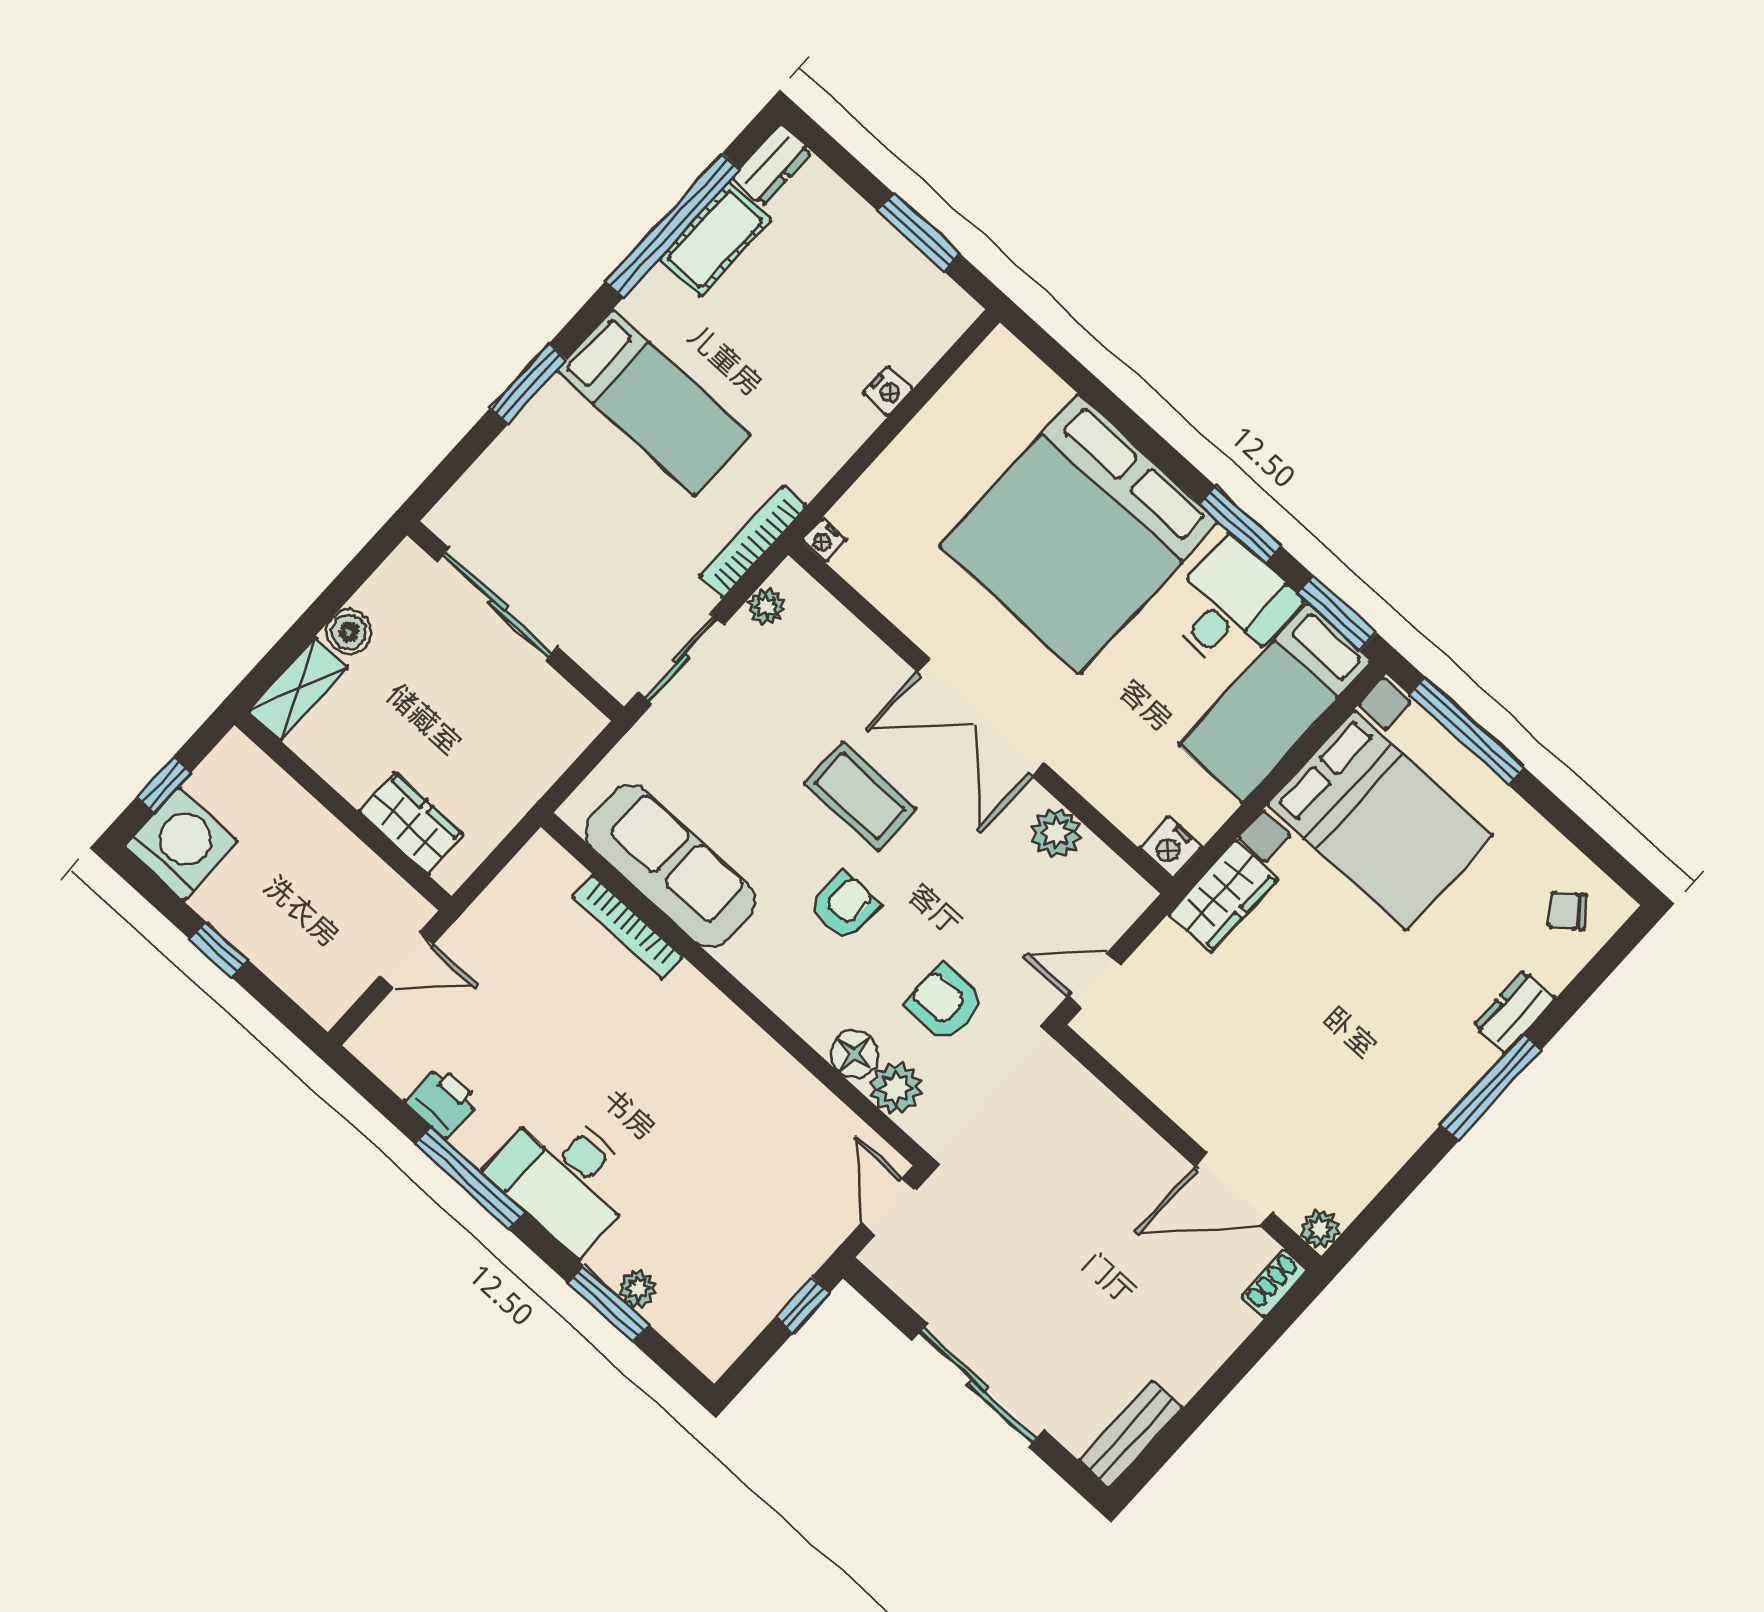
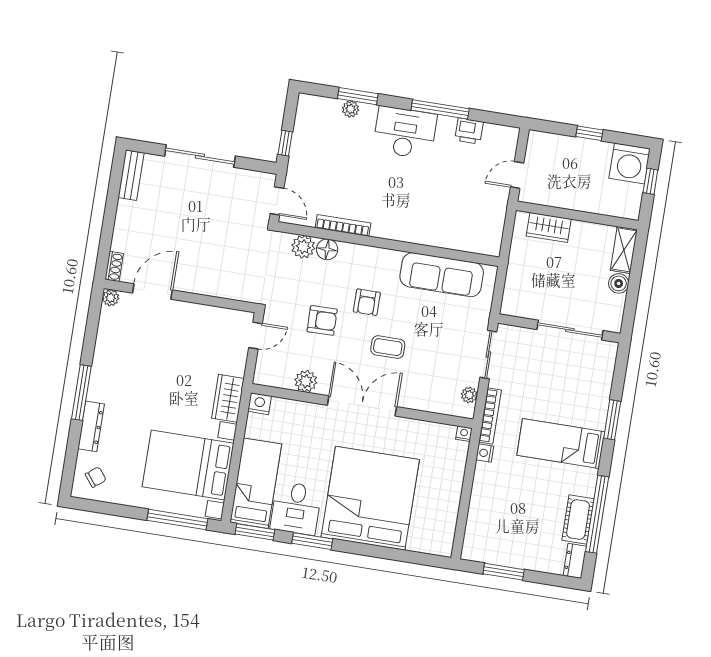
nightstand: (888, 391) -> (485, 453), moved
coffee table: (860, 796) -> (388, 347), width x0.73, depth x0.77
bookcase: (628, 927) -> (343, 226), moved
armchair: (945, 1003) -> (322, 320), moved
dresser: (1514, 1012) -> (91, 426), width x1.44

